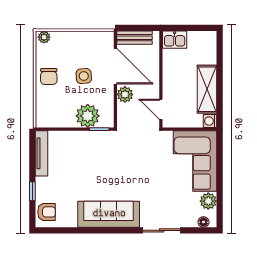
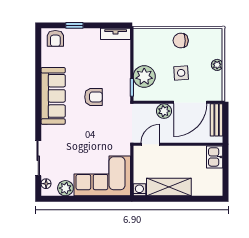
plant: (44, 37) -> (217, 65), moved
tv unit: (42, 153) -> (116, 34), width x0.71
armchair: (110, 171) -> (93, 97), added
sliding door: (162, 230) -> (38, 158), moved

